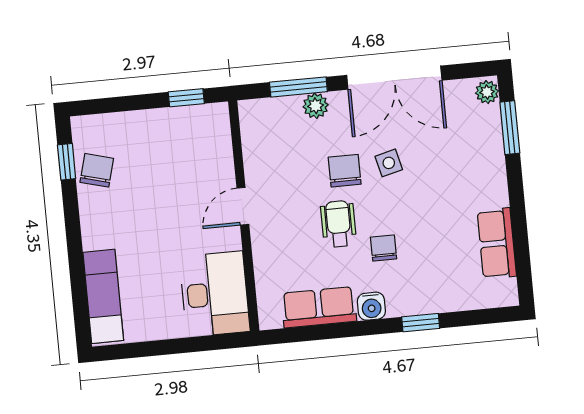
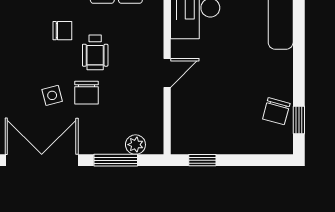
plant: (316, 106) -> (135, 145), moved
chair: (384, 248) -> (62, 31), turned -90

